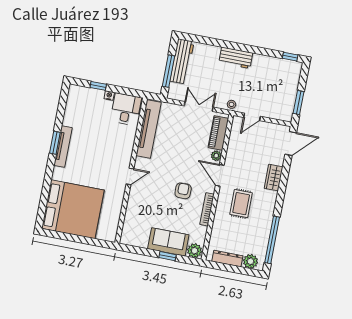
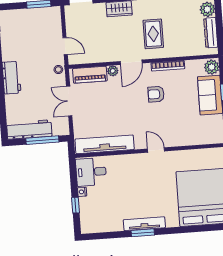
rug: (241, 204) -> (153, 34), turned 90

